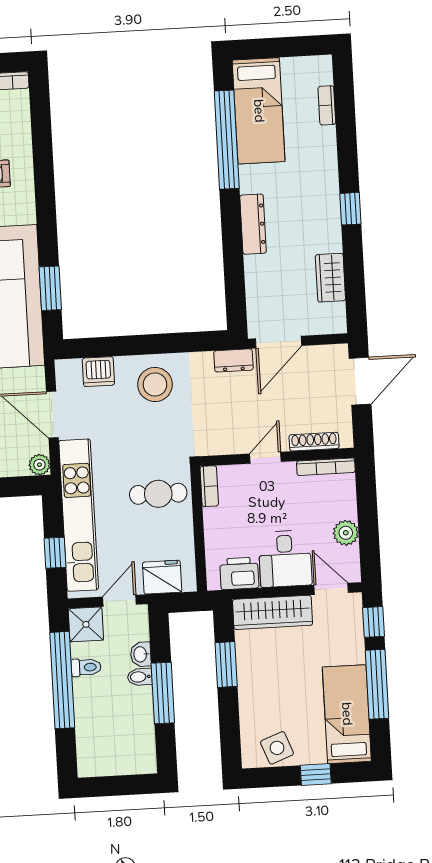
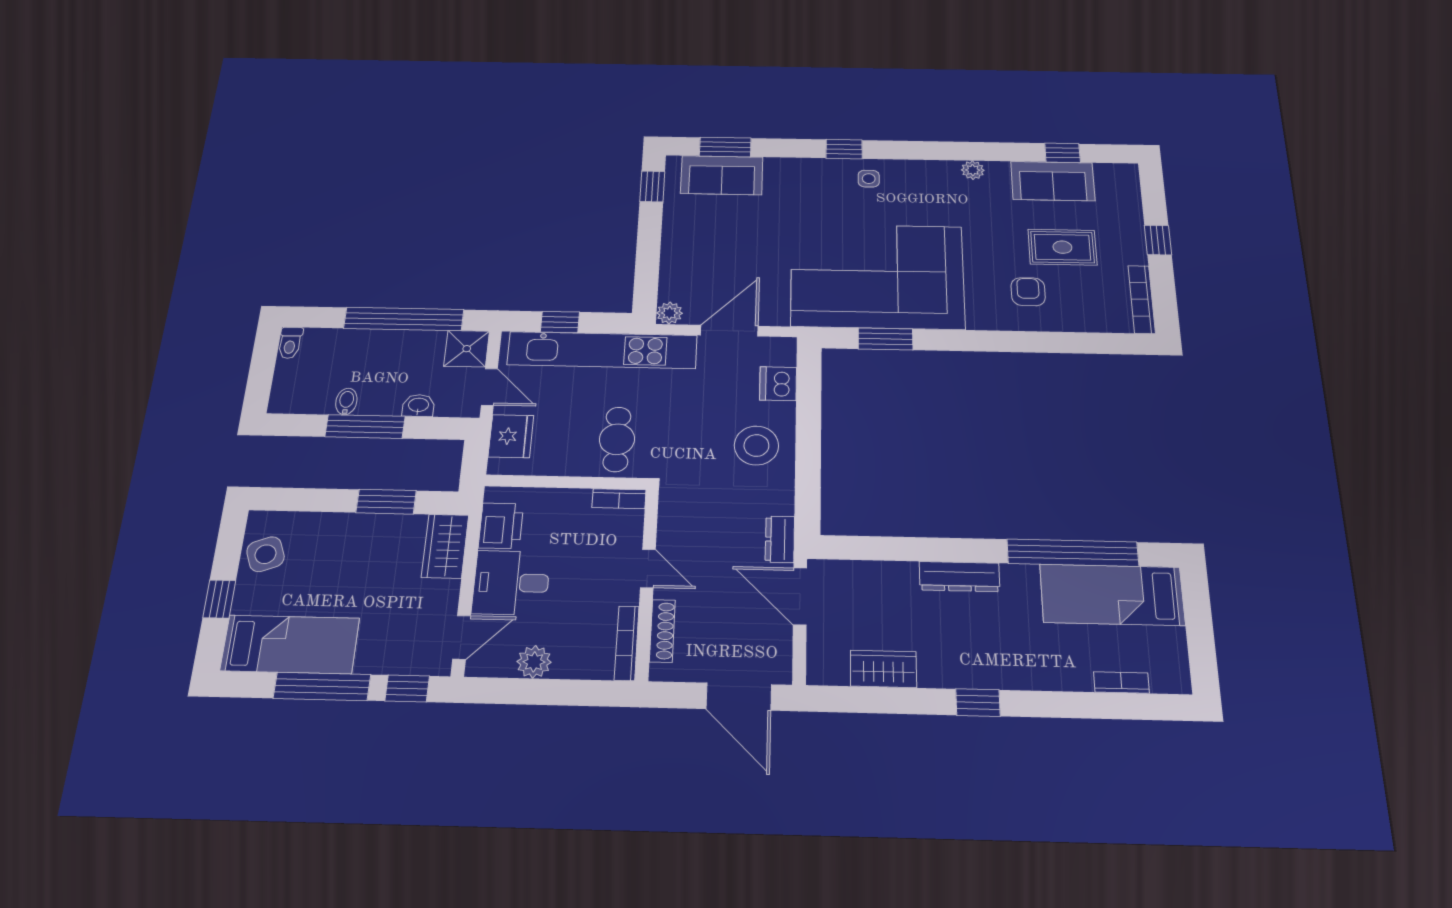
wardrobe: (273, 612) -> (445, 546), width x0.67
toilet: (86, 667) -> (290, 343), moved
bidet: (140, 677) -> (346, 402), moved

